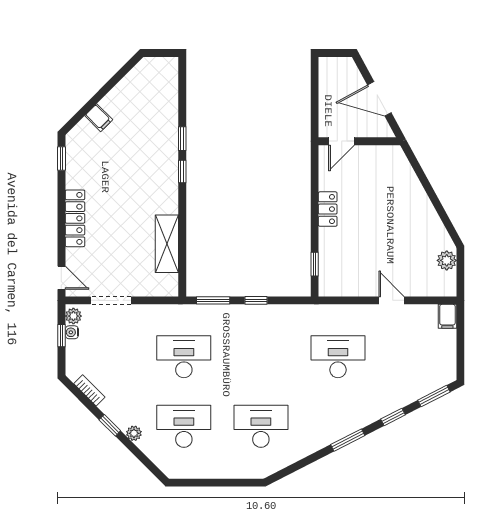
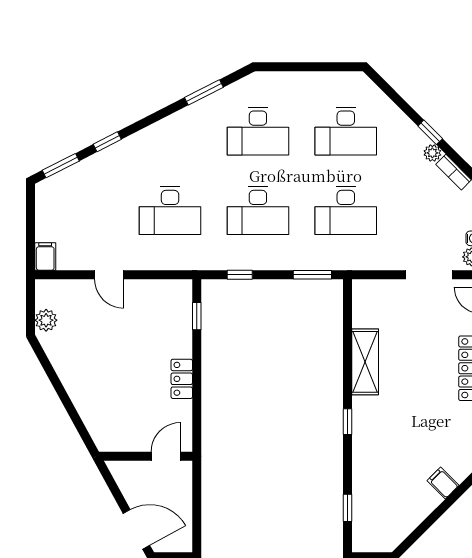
door: (379, 99) -> (136, 529), moved
window: (182, 139) -> (348, 508), moved
shelving: (167, 244) -> (365, 362), moved
window: (256, 300) -> (240, 275), moved
desk: (261, 357) -> (258, 210), added
plant: (134, 433) -> (432, 153), moved
window: (348, 440) -> (204, 92), moved

